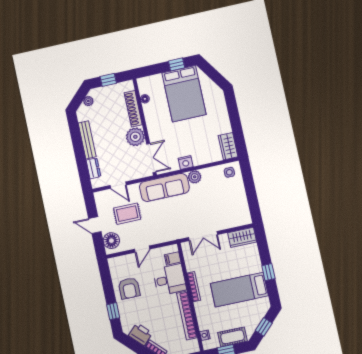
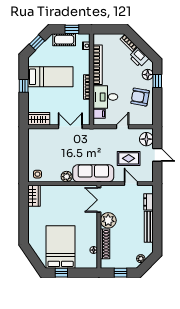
nightstand: (186, 162) -> (72, 190), removed
armchair: (129, 288) -> (140, 97), turned -80
floor lamp: (126, 316) -> (148, 75), added

